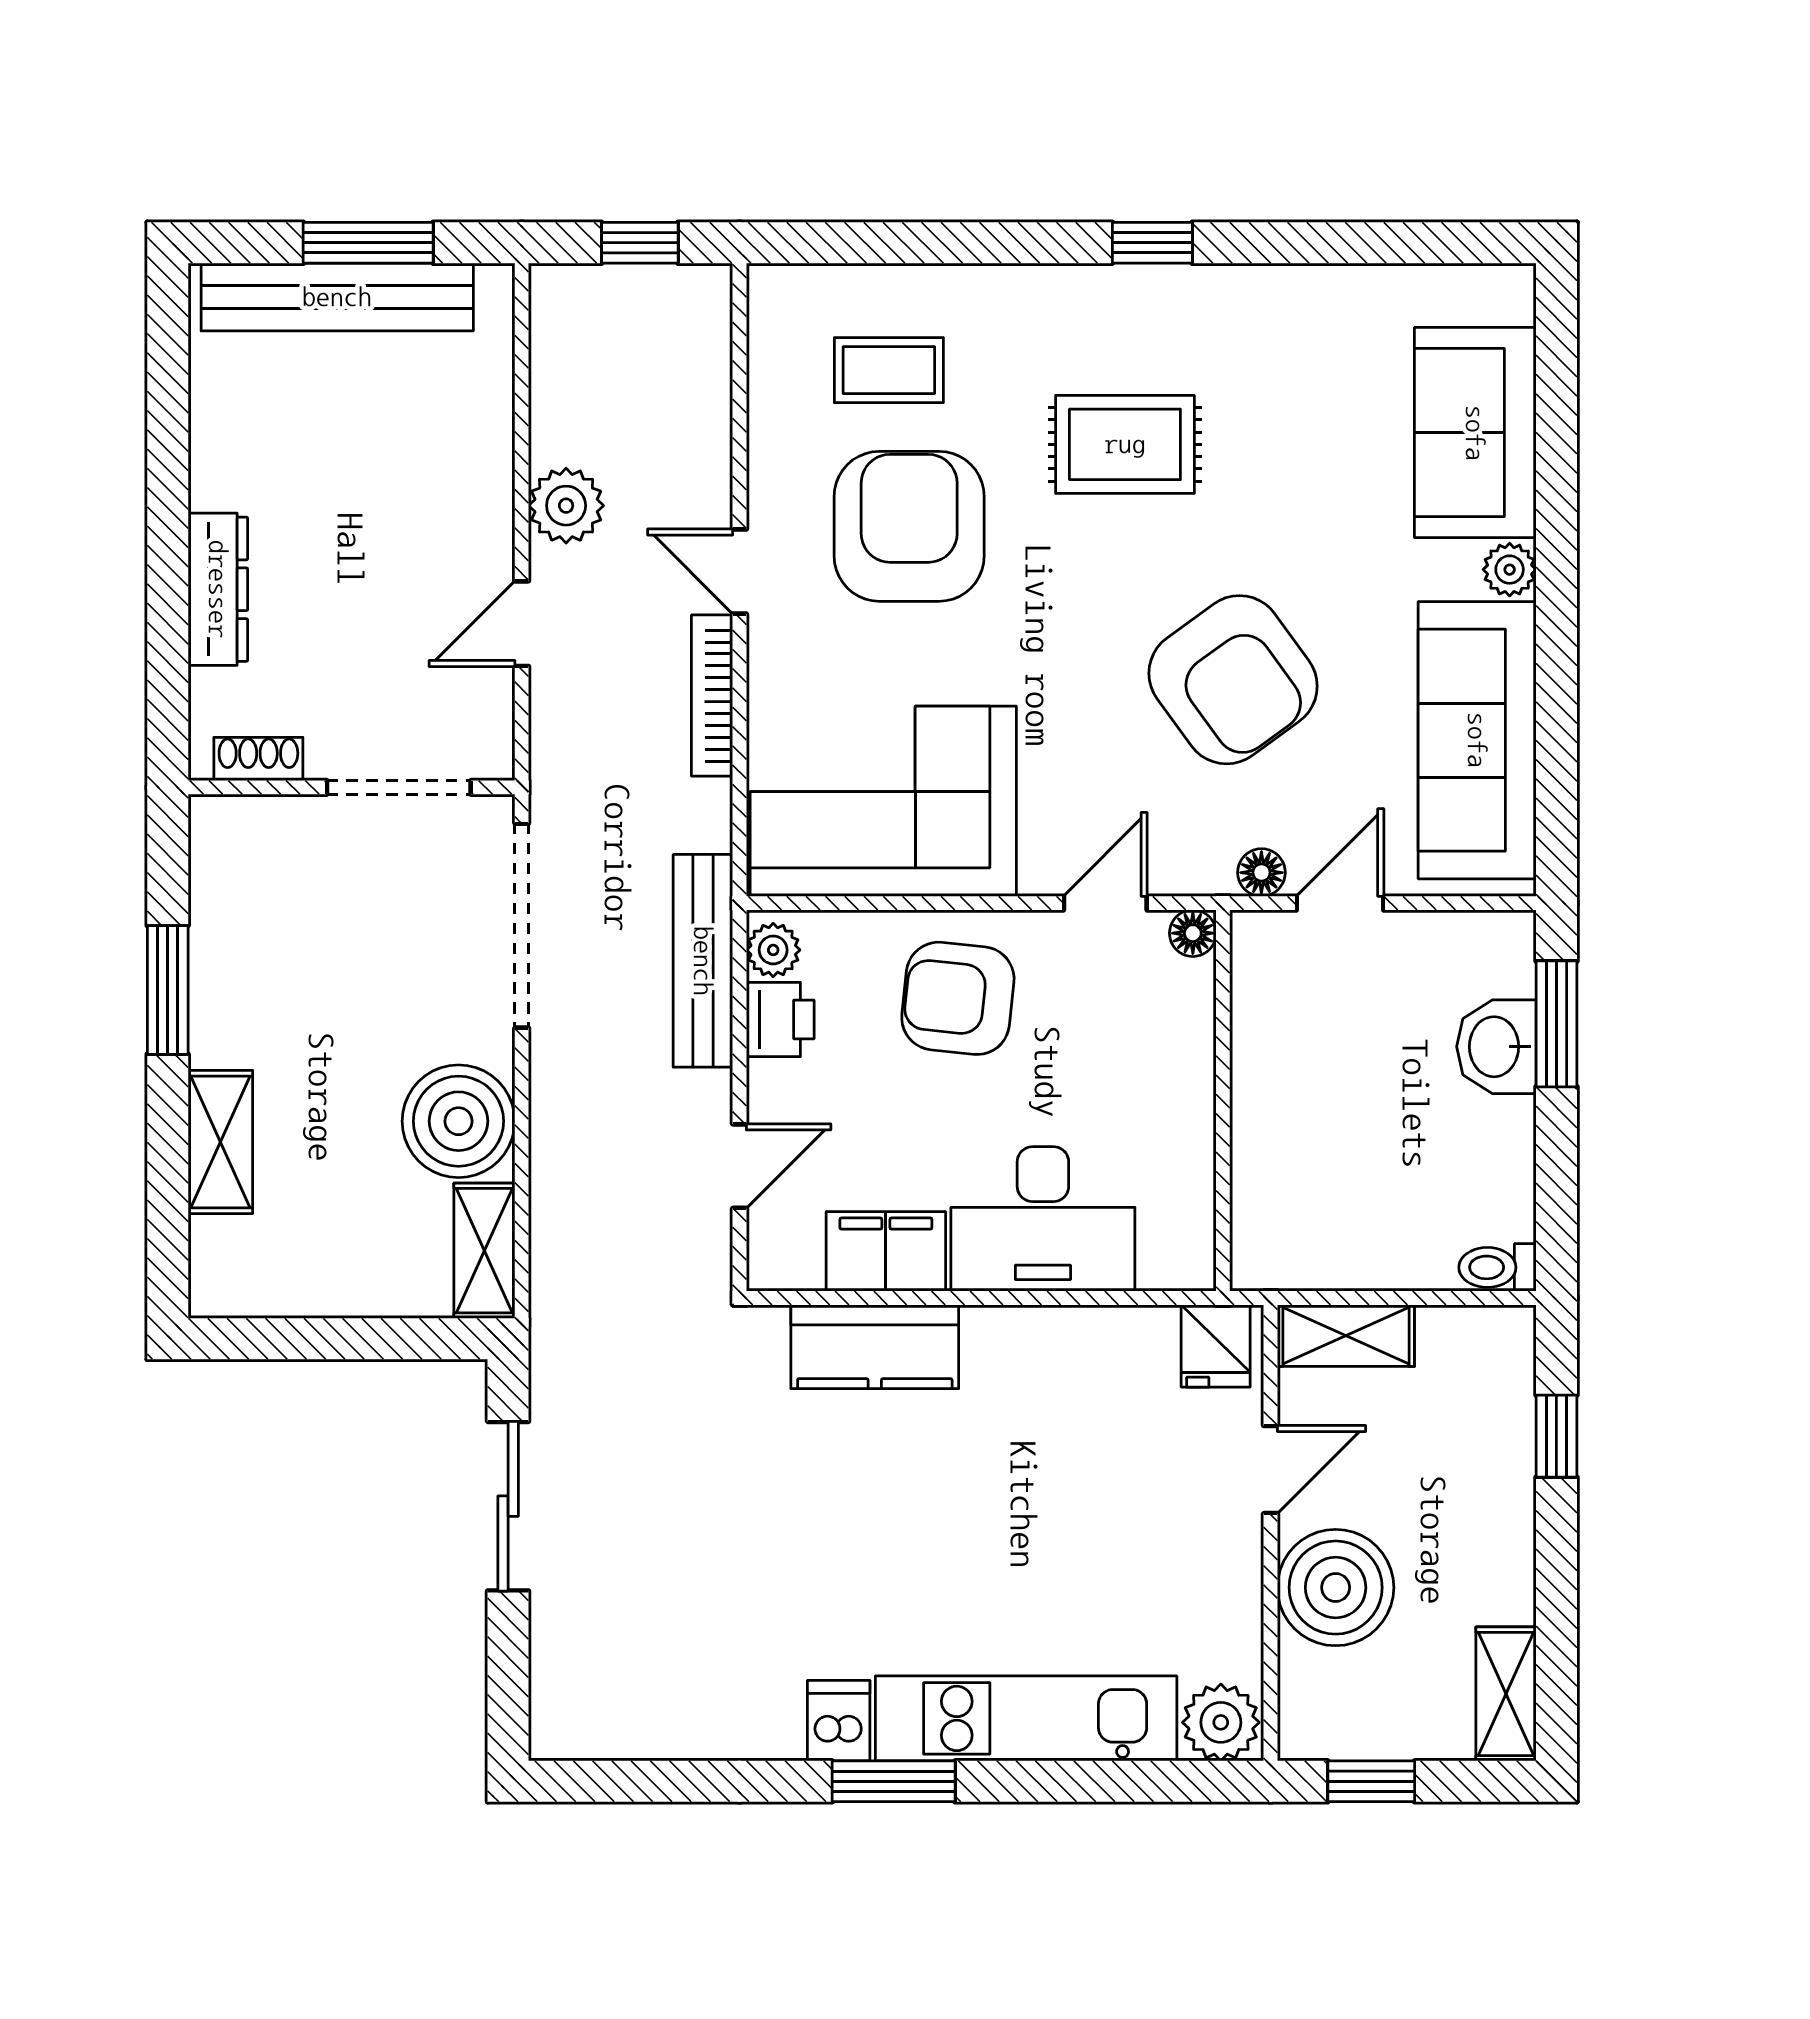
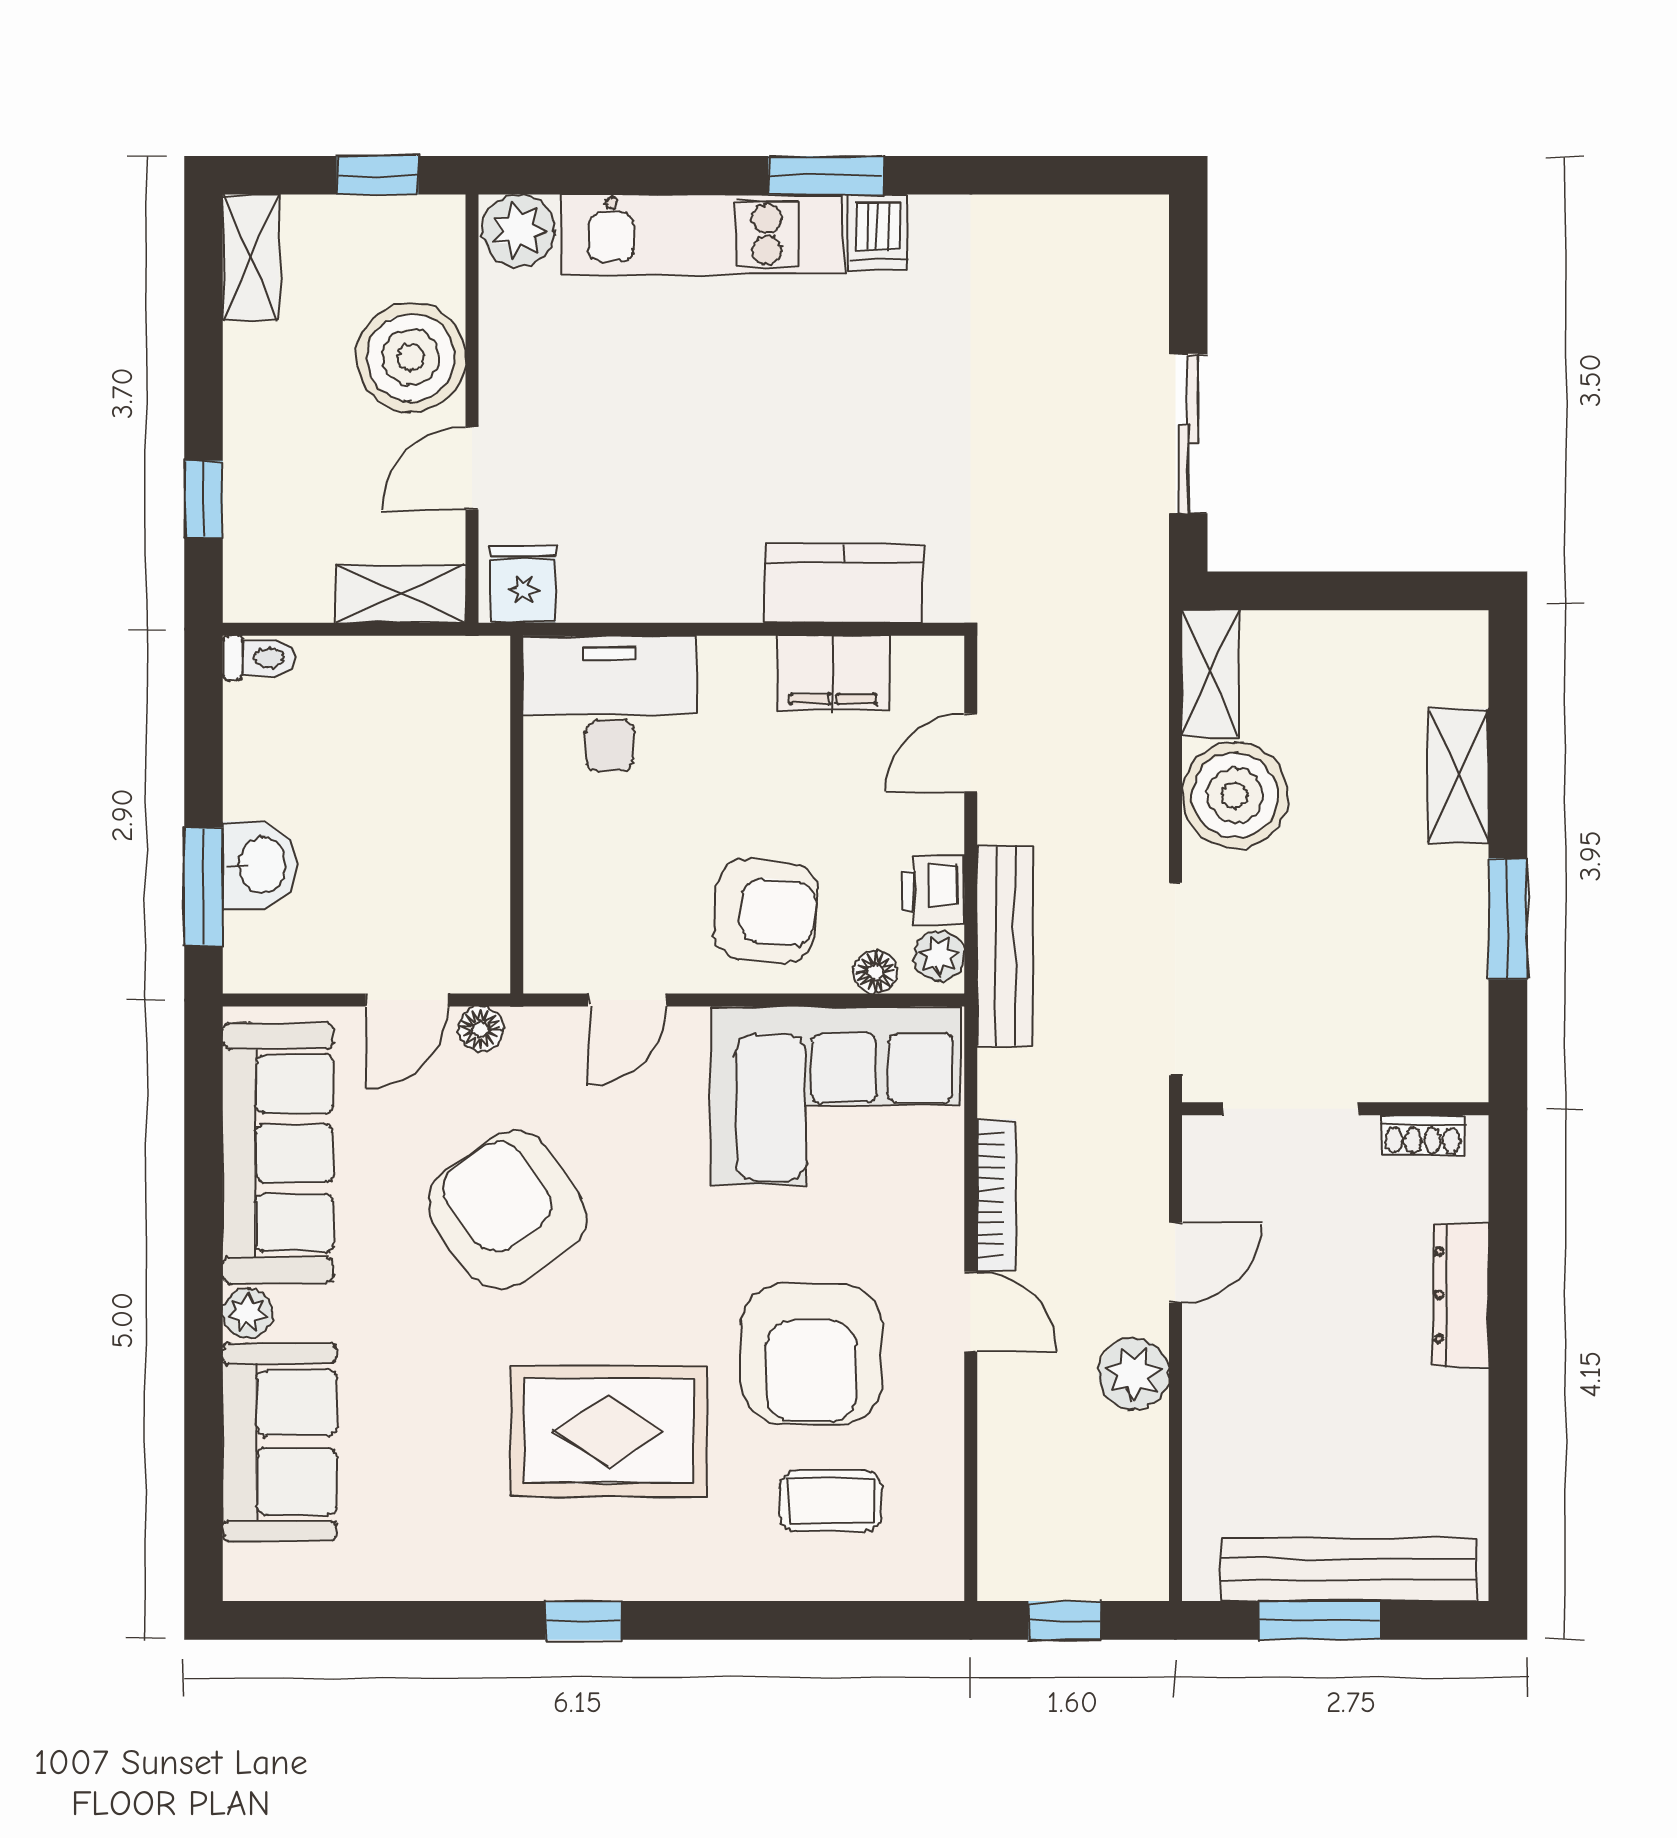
rug: (1125, 444) -> (609, 1431), width x1.36, depth x1.43
floor lamp: (1193, 933) -> (876, 972), moved
desk: (1043, 1219) -> (610, 703), moved

